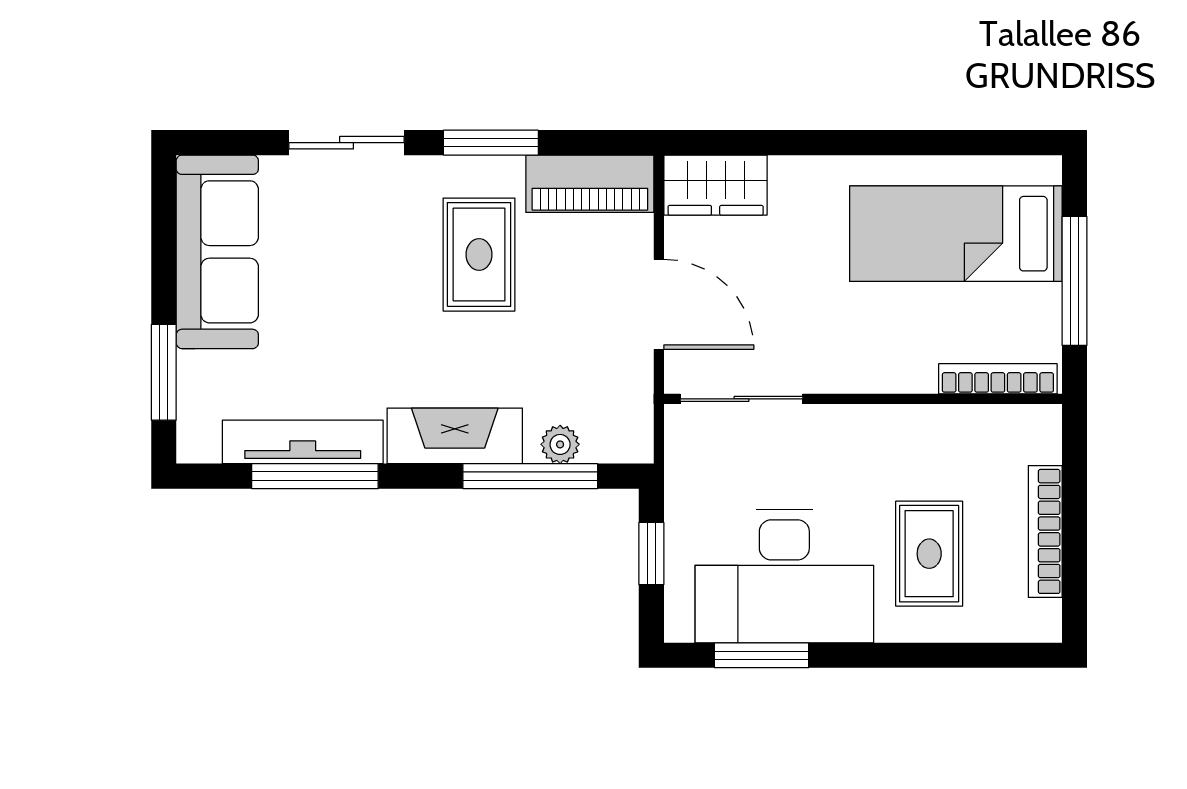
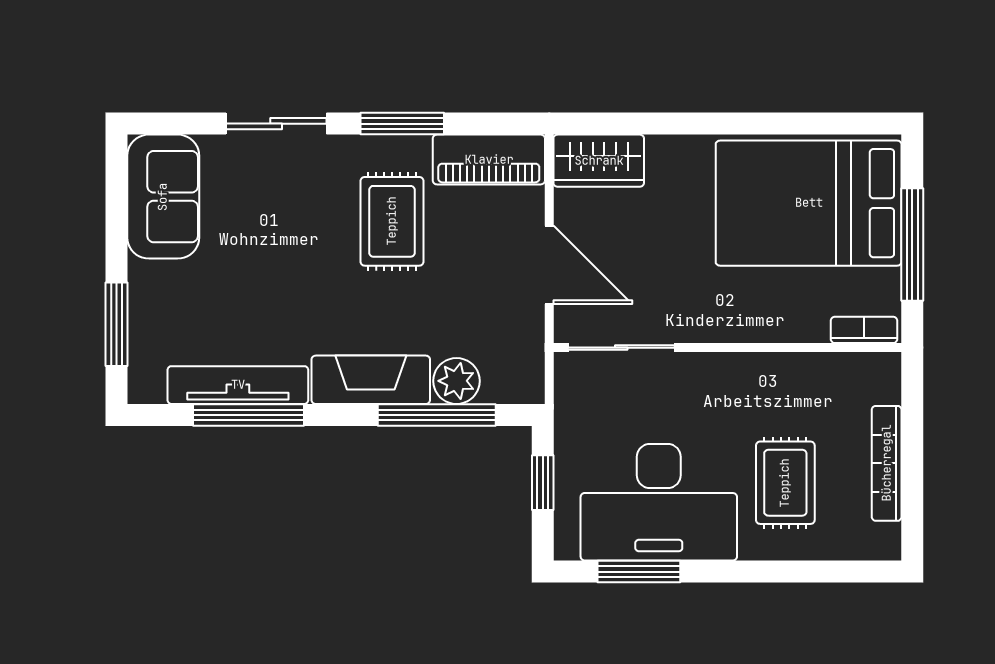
bed: (956, 234) -> (809, 203), width x1.50
sofa: (217, 252) -> (163, 197), width x0.73
bookcase: (998, 379) -> (864, 330), width x0.64
plant: (560, 444) -> (456, 381), width x1.38, depth x1.38

